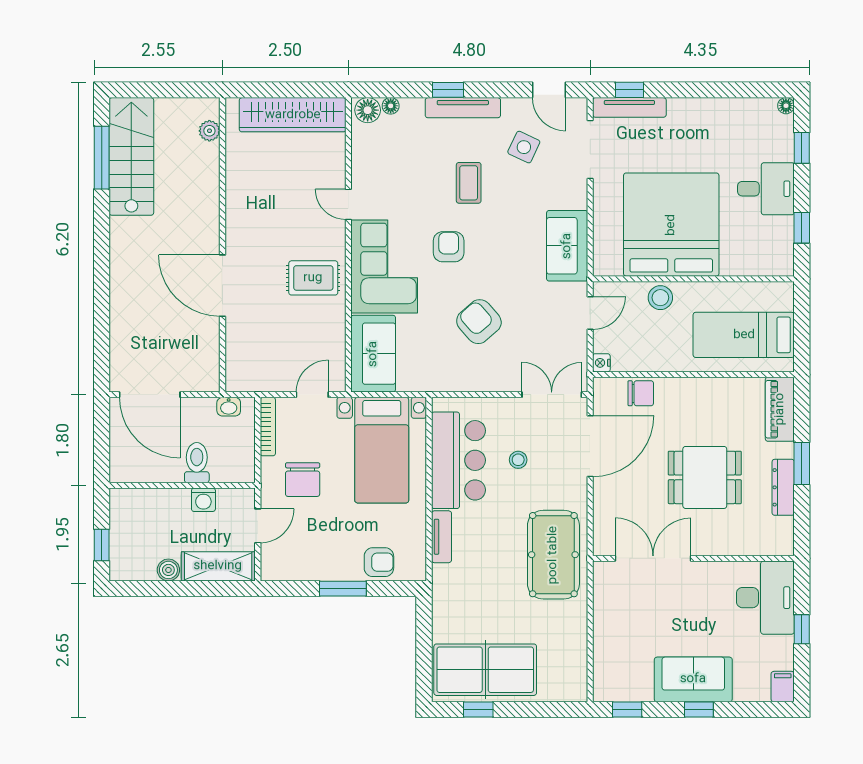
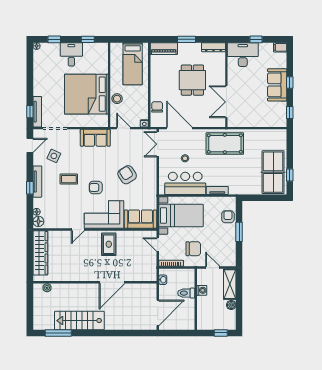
stairs: (131, 156) -> (79, 321), moved
armchair: (479, 322) -> (127, 175), turned 99
dresser: (783, 487) -> (213, 47), moved

